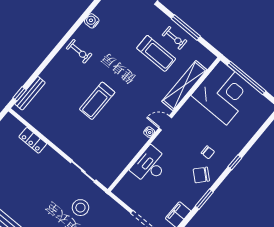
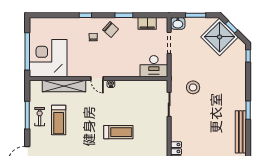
treadmill: (156, 53) -> (59, 120), turned 180
desk: (150, 165) -> (154, 66), moved

